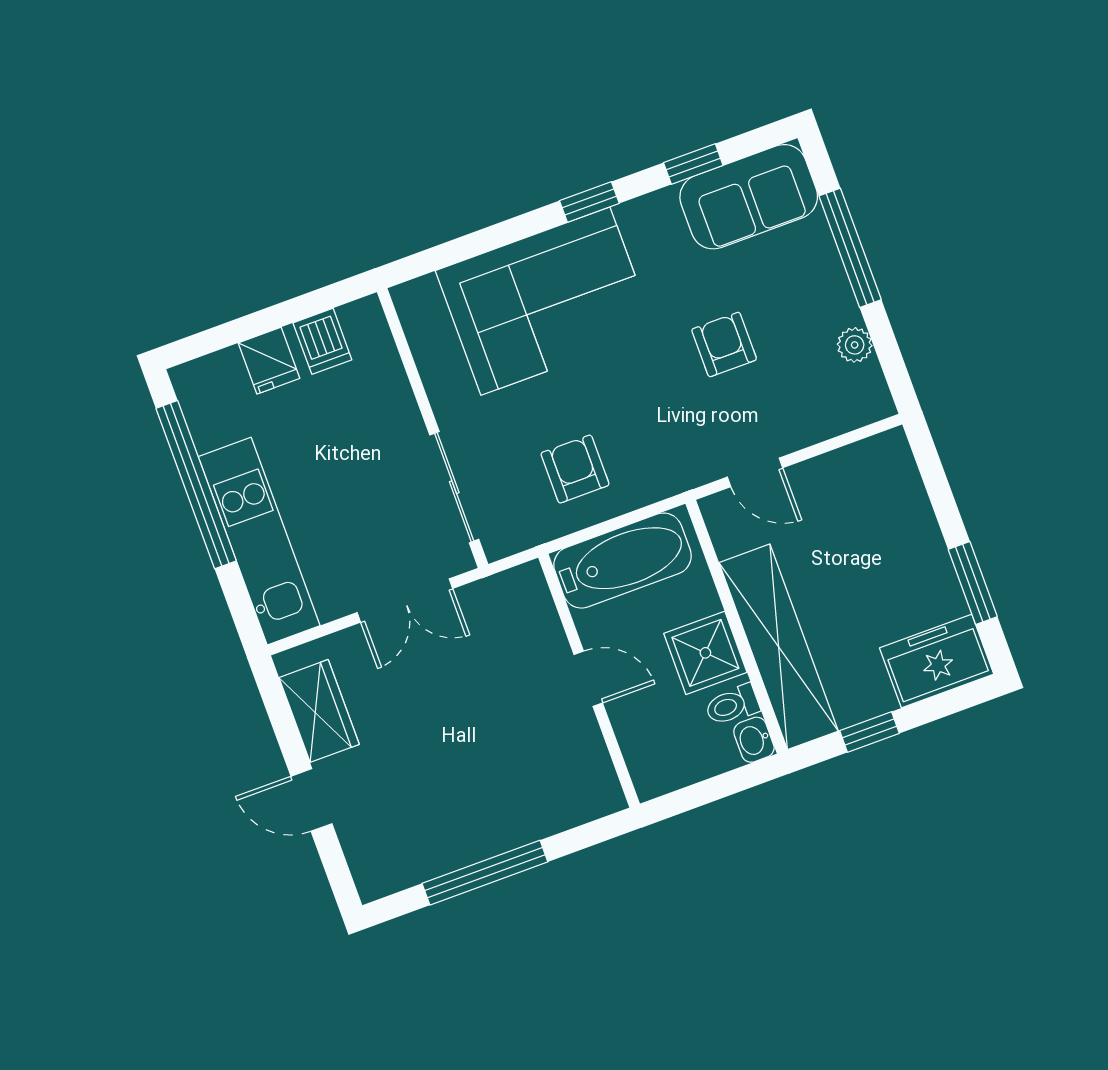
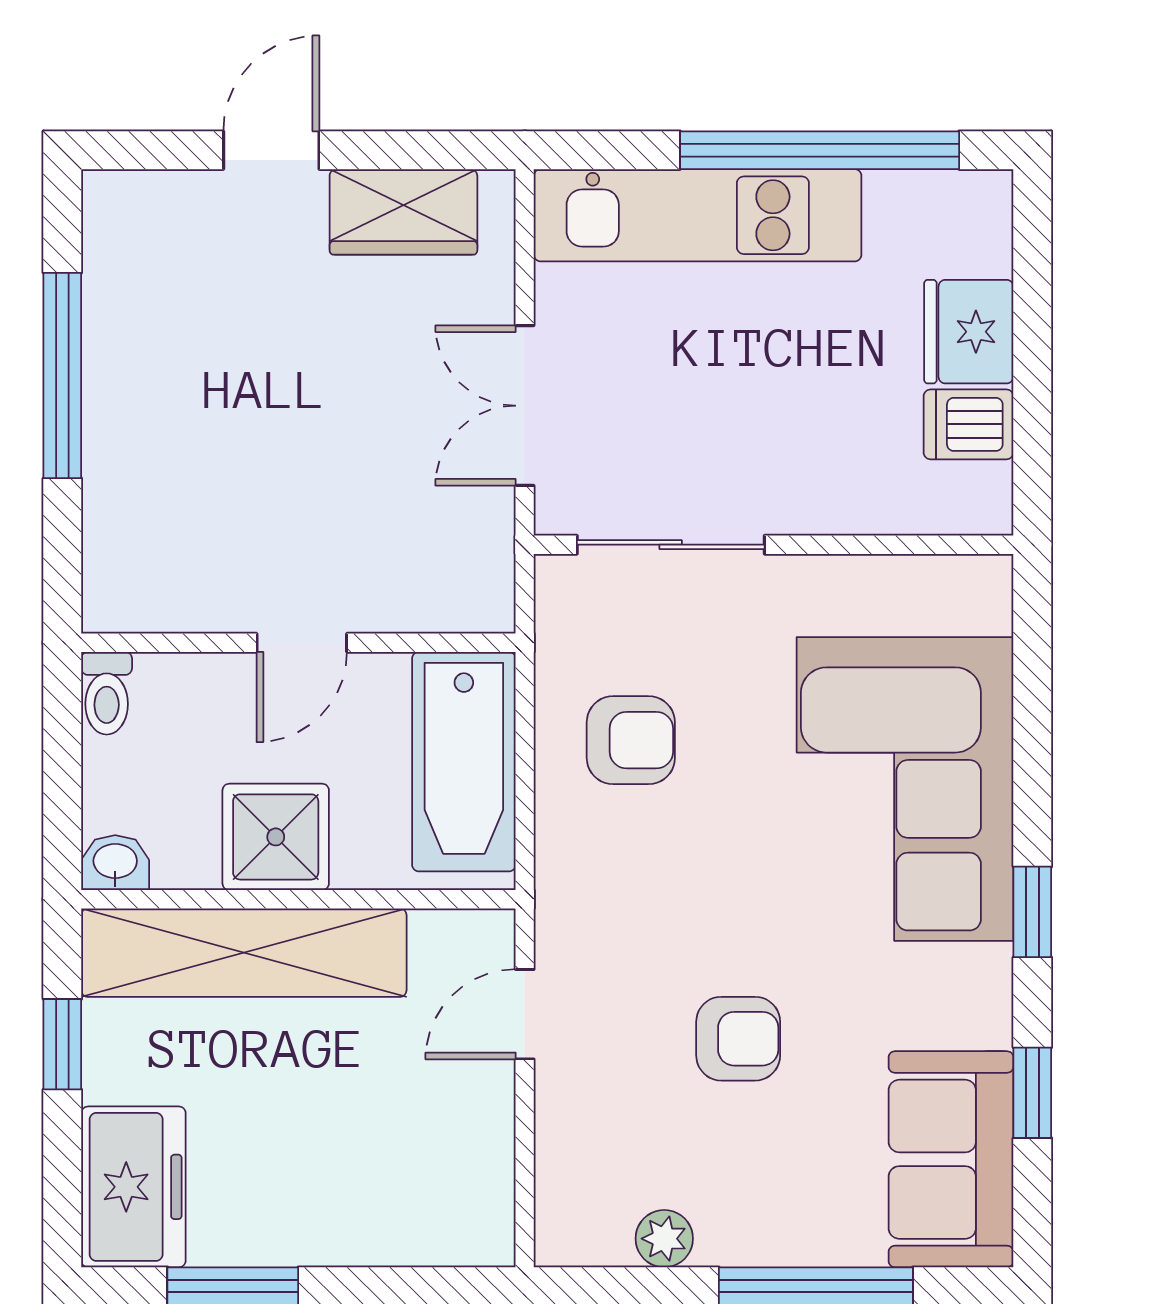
fridge: (269, 361) -> (969, 332), width x1.38
toilet: (732, 705) -> (107, 693), moved, turned 180

